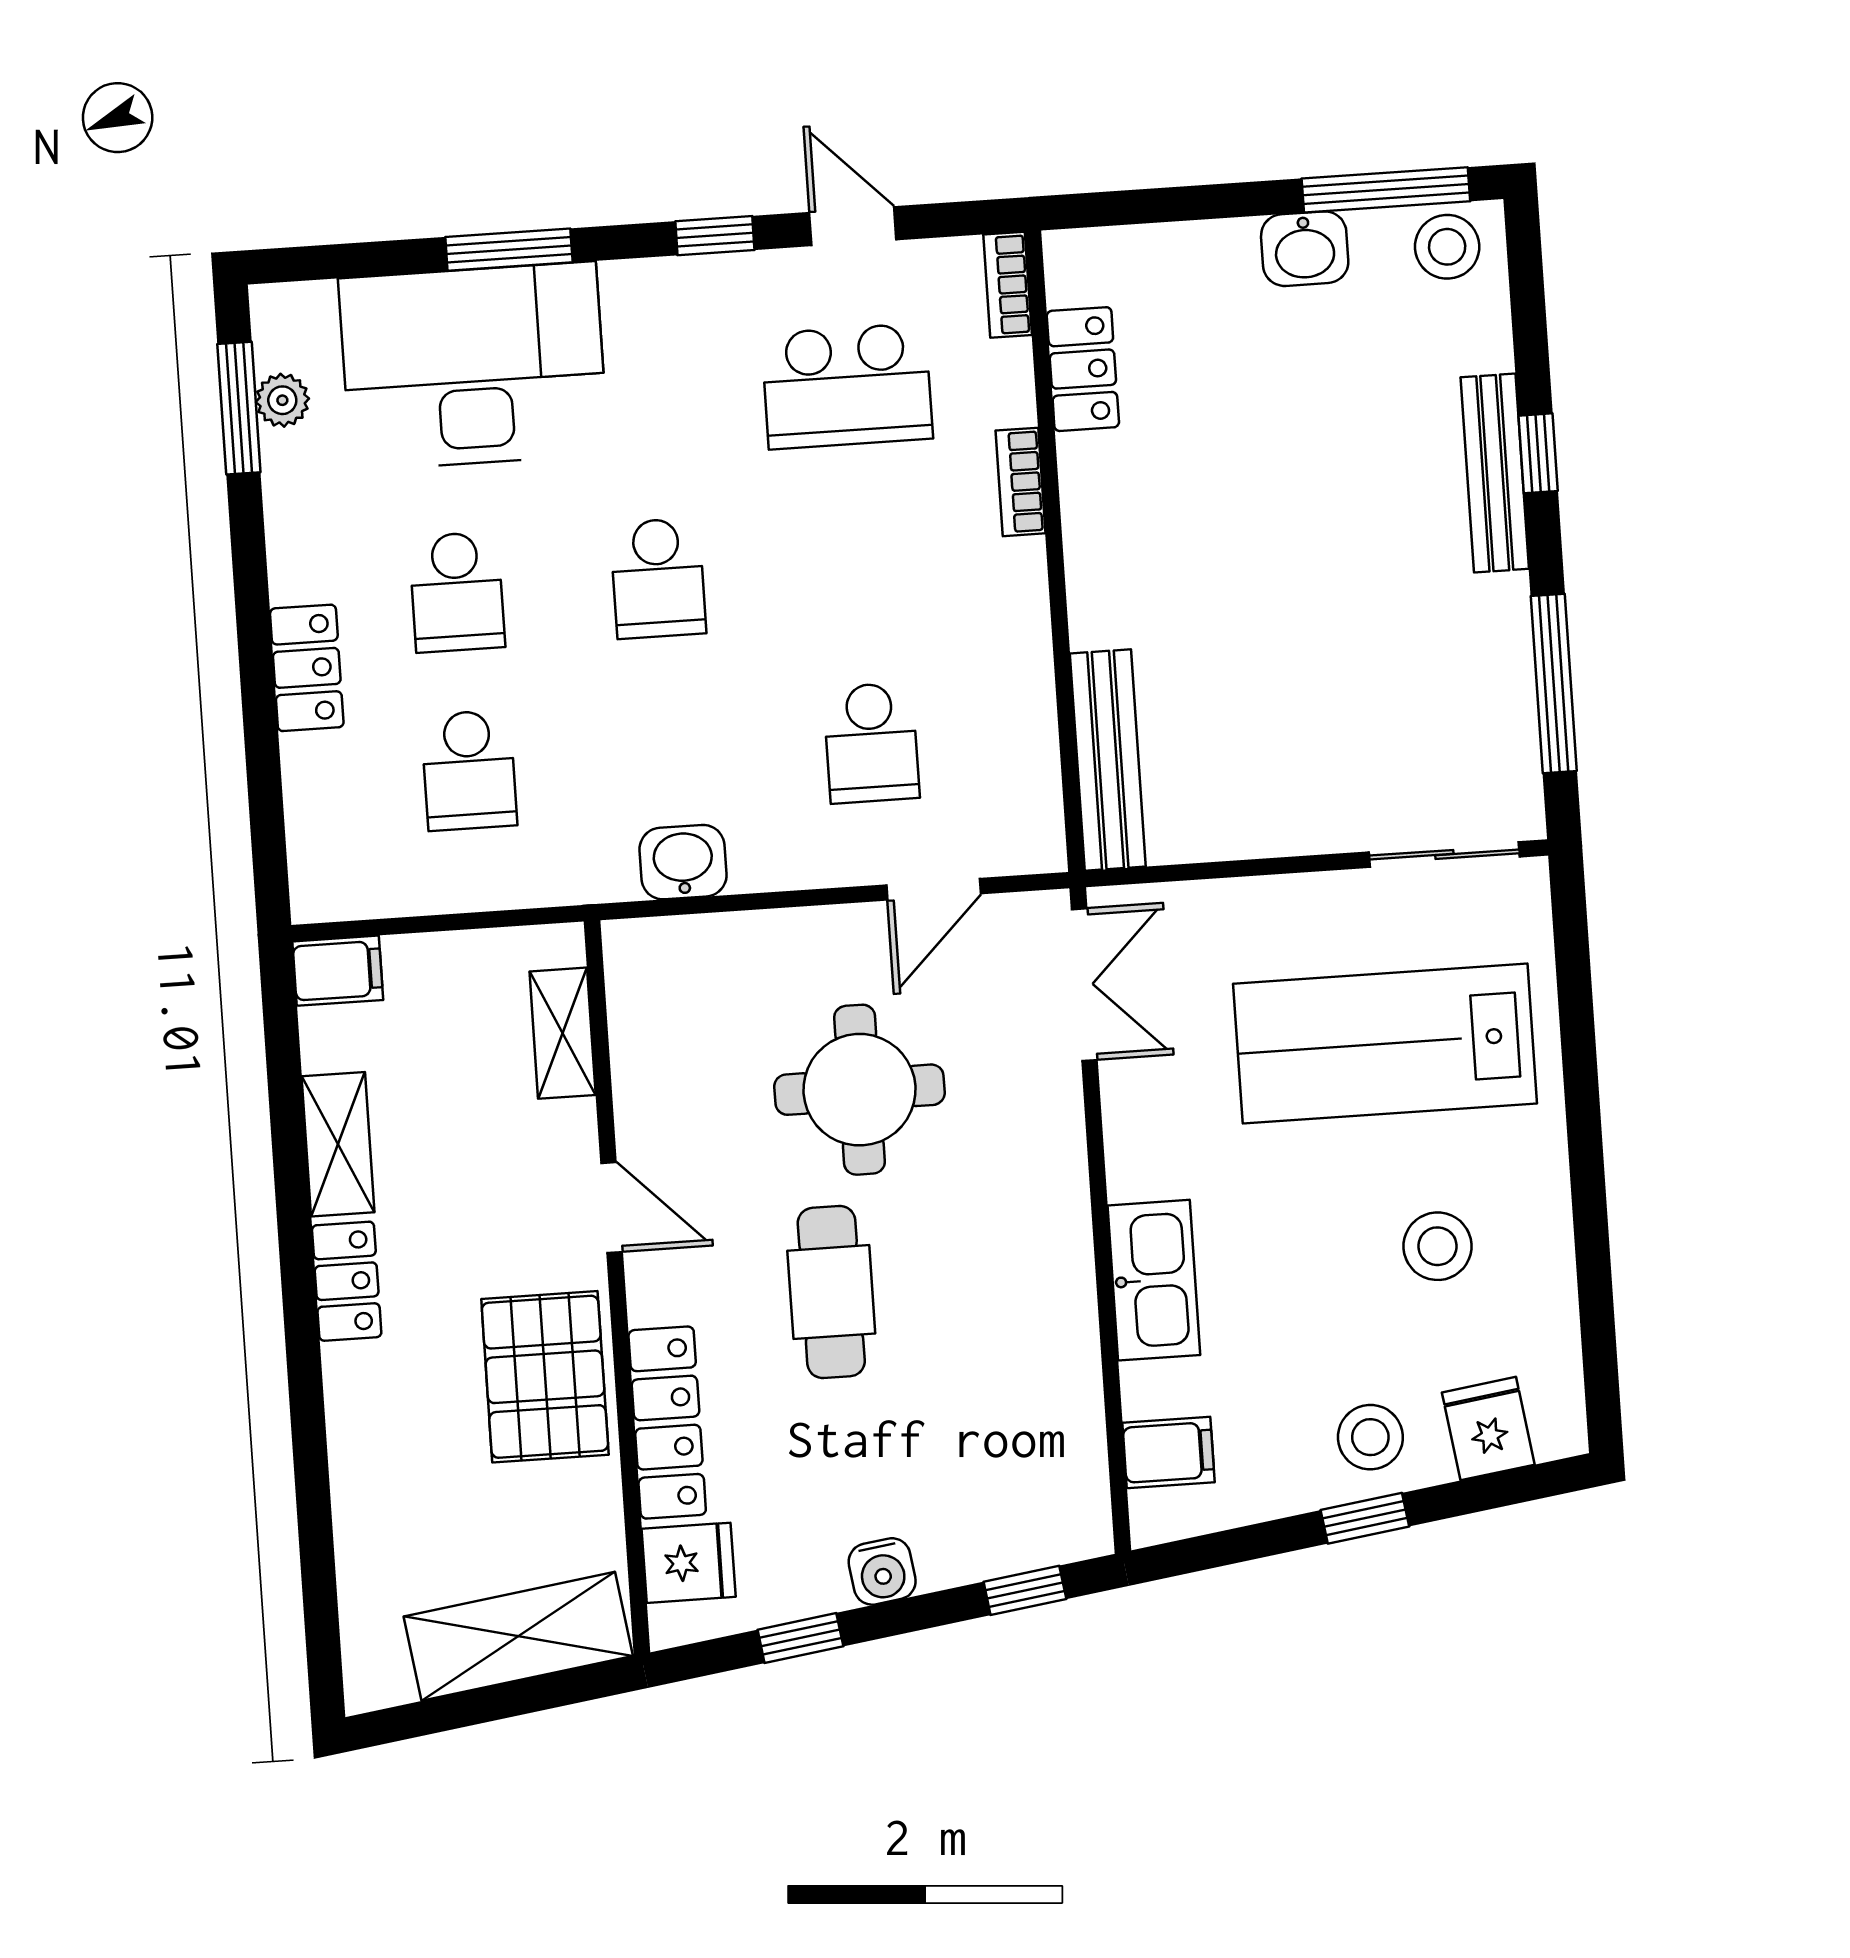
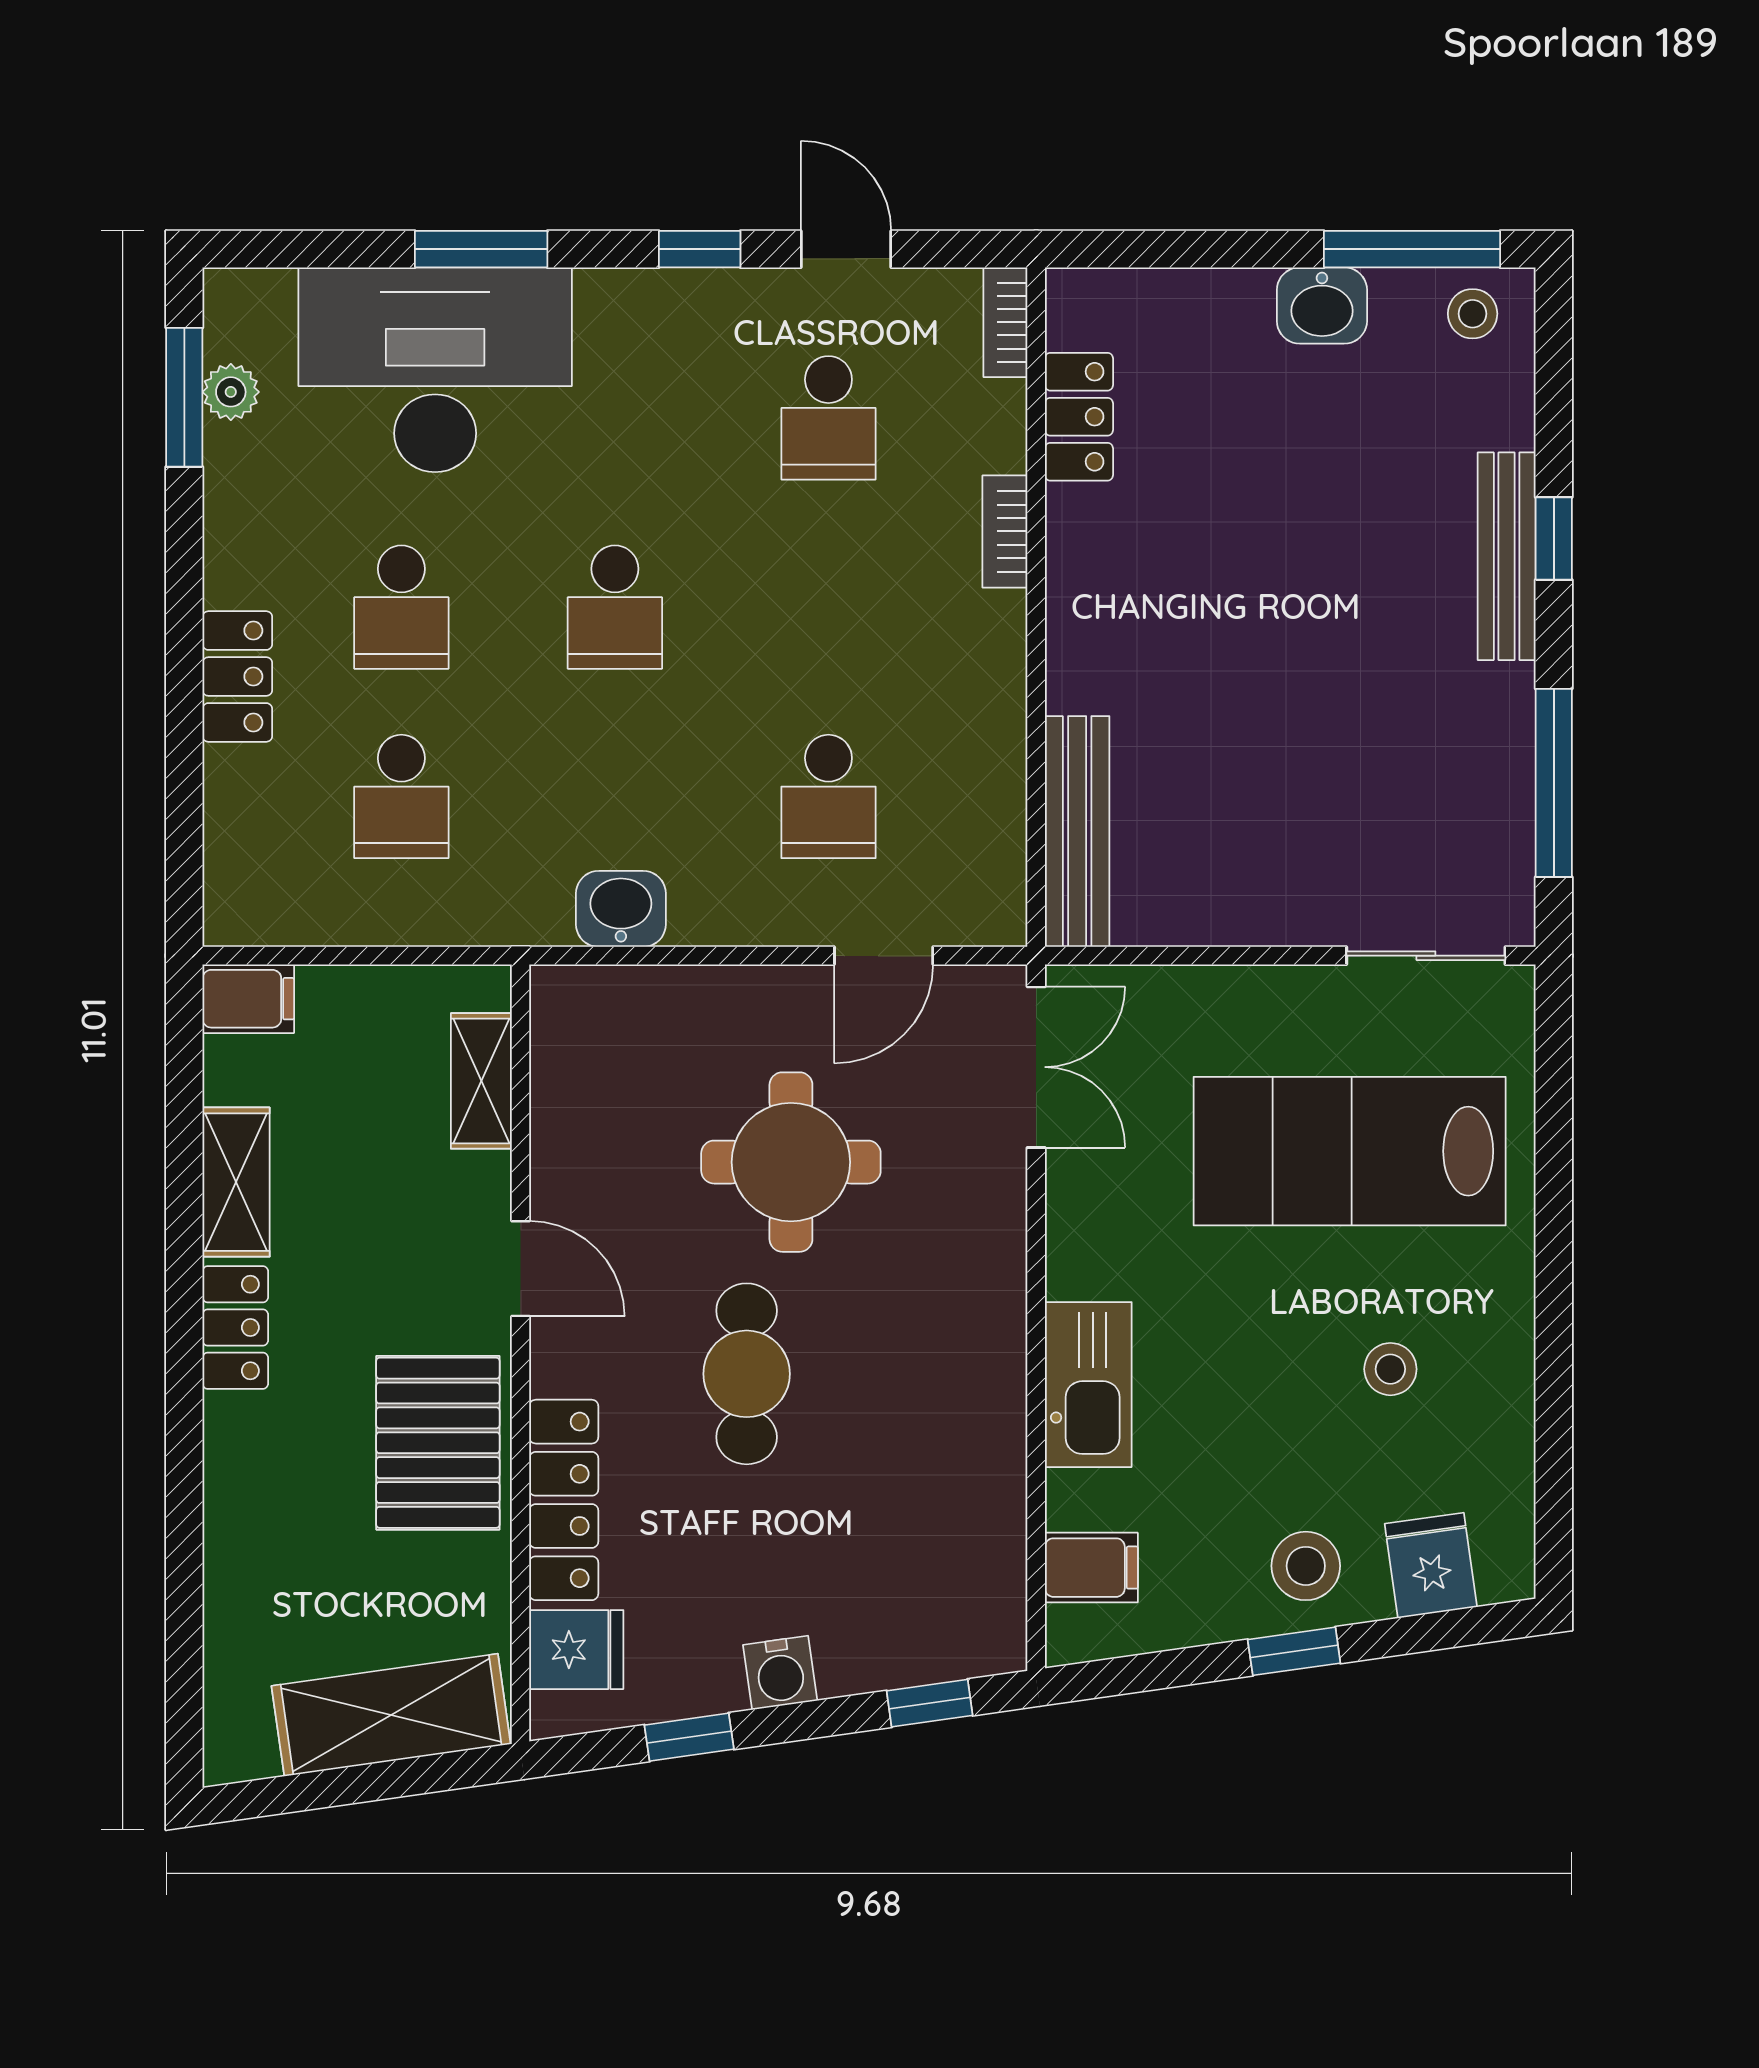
stool: (1447, 247) -> (1473, 314), width x0.73, depth x0.73
school desk: (847, 386) -> (828, 418), width x0.54
stool: (1438, 1246) -> (1390, 1369), width x0.73, depth x0.73

